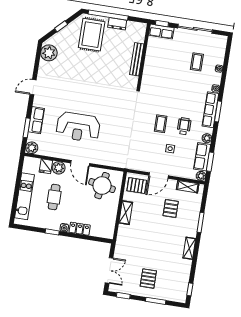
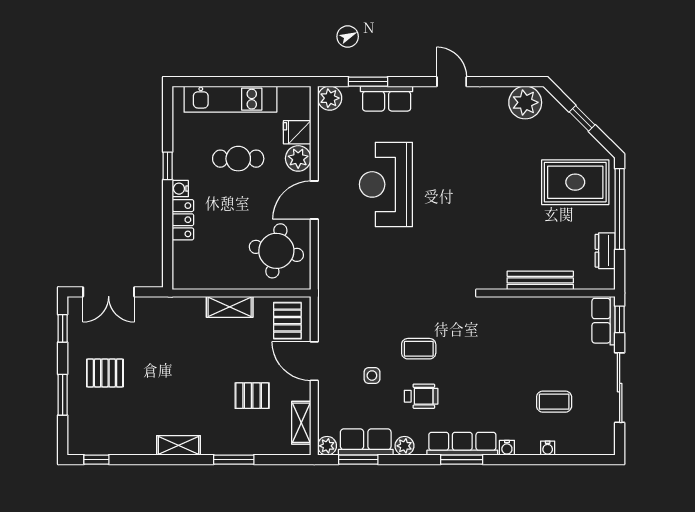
dresser: (117, 24) -> (605, 251), moved

